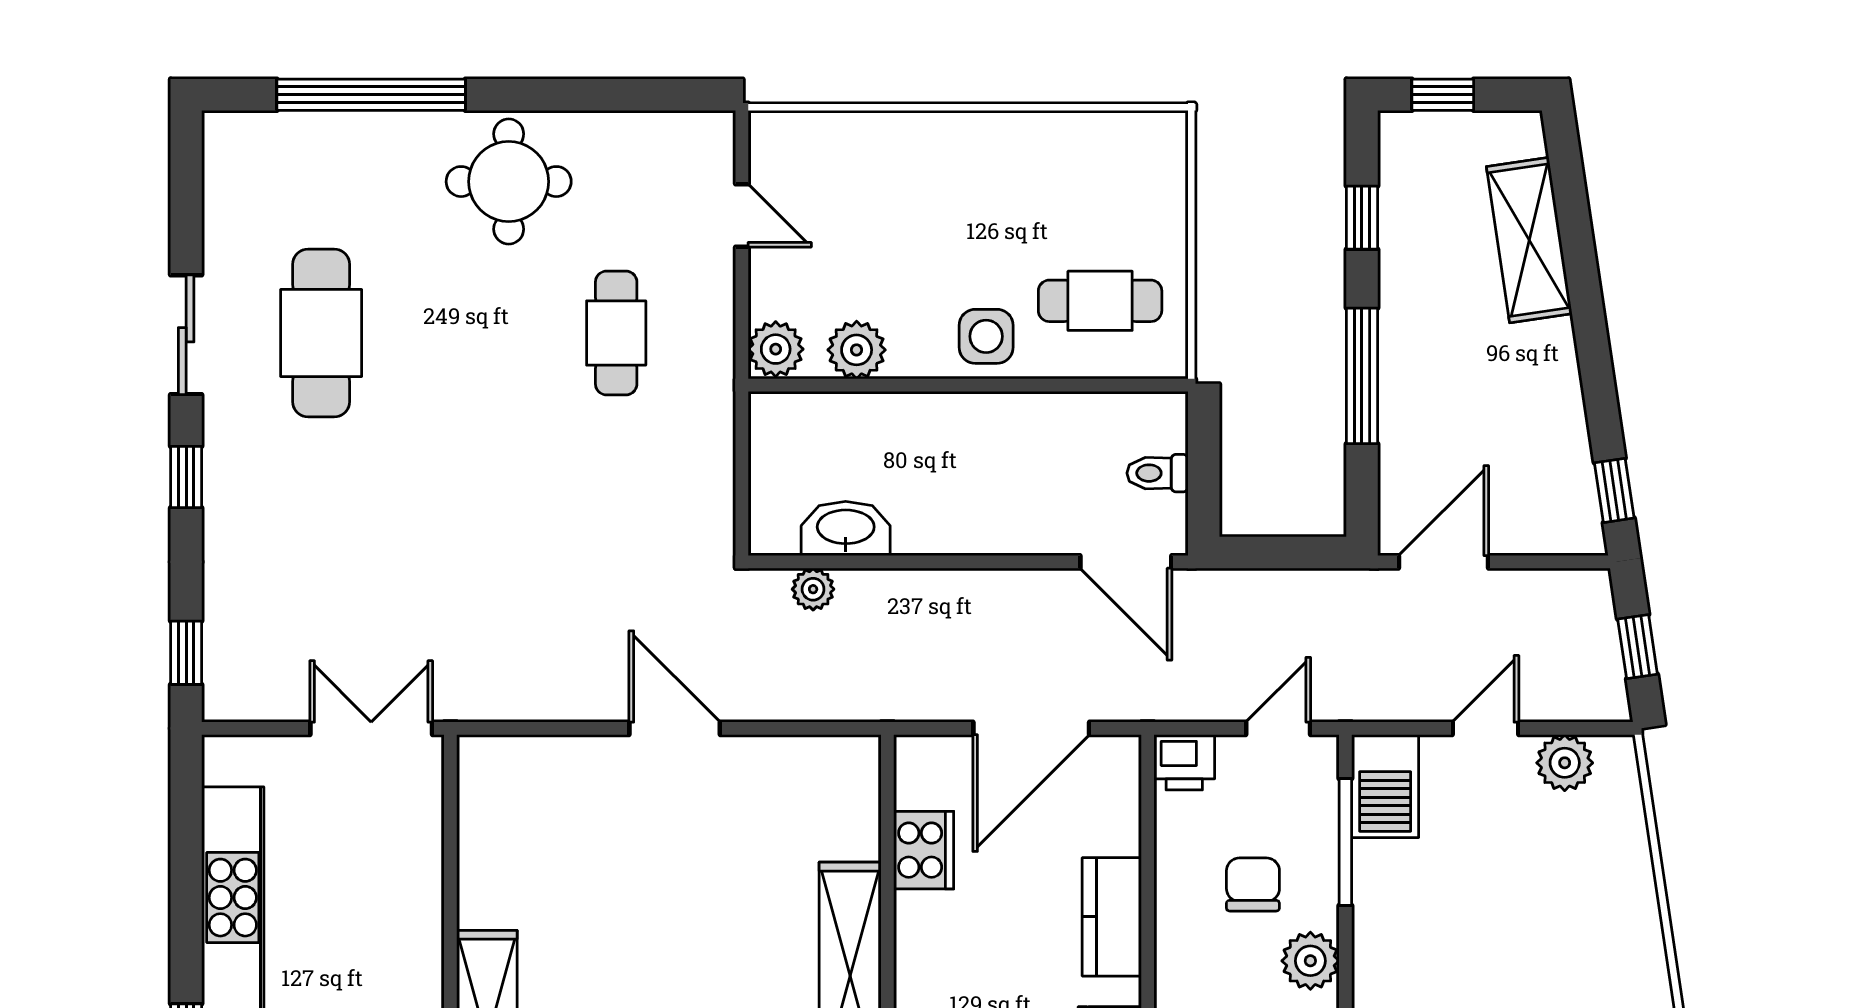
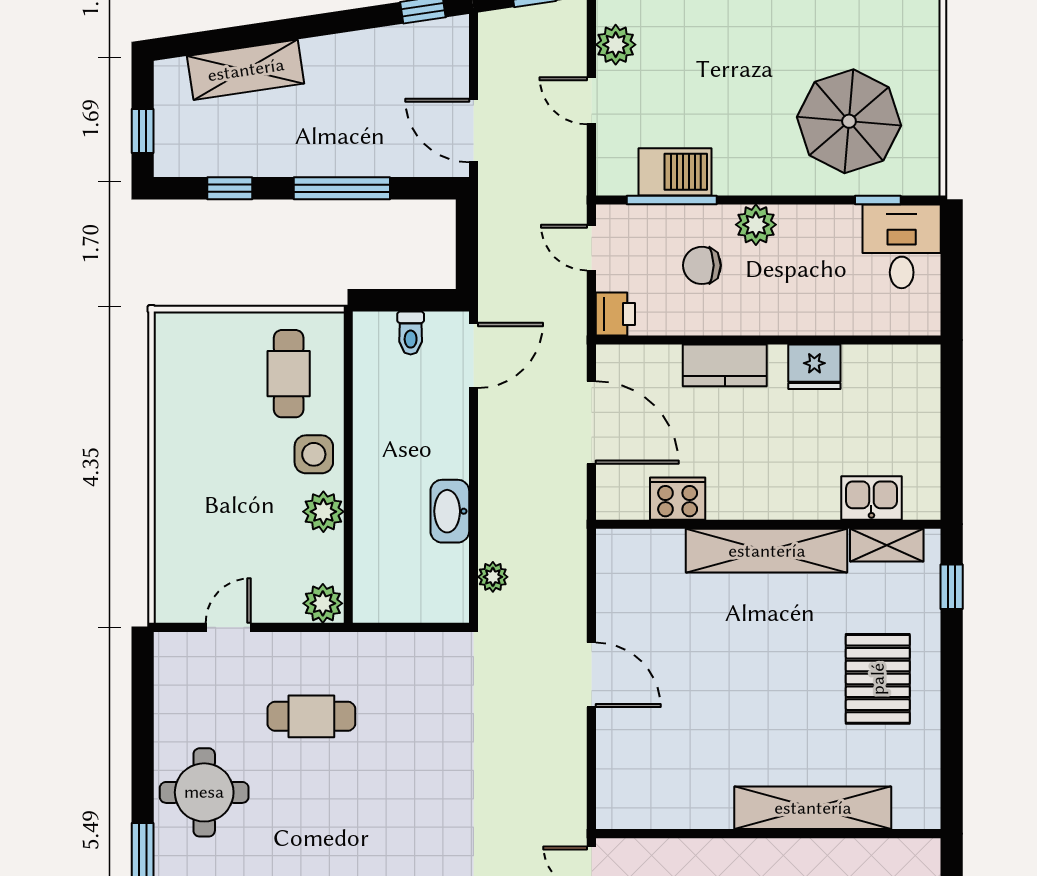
plant: (857, 350) -> (323, 512), moved
washbasin: (846, 528) -> (450, 511), moved
door: (675, 728) -> (591, 675), swing flipped
barbecue: (1385, 786) -> (675, 172), moved

